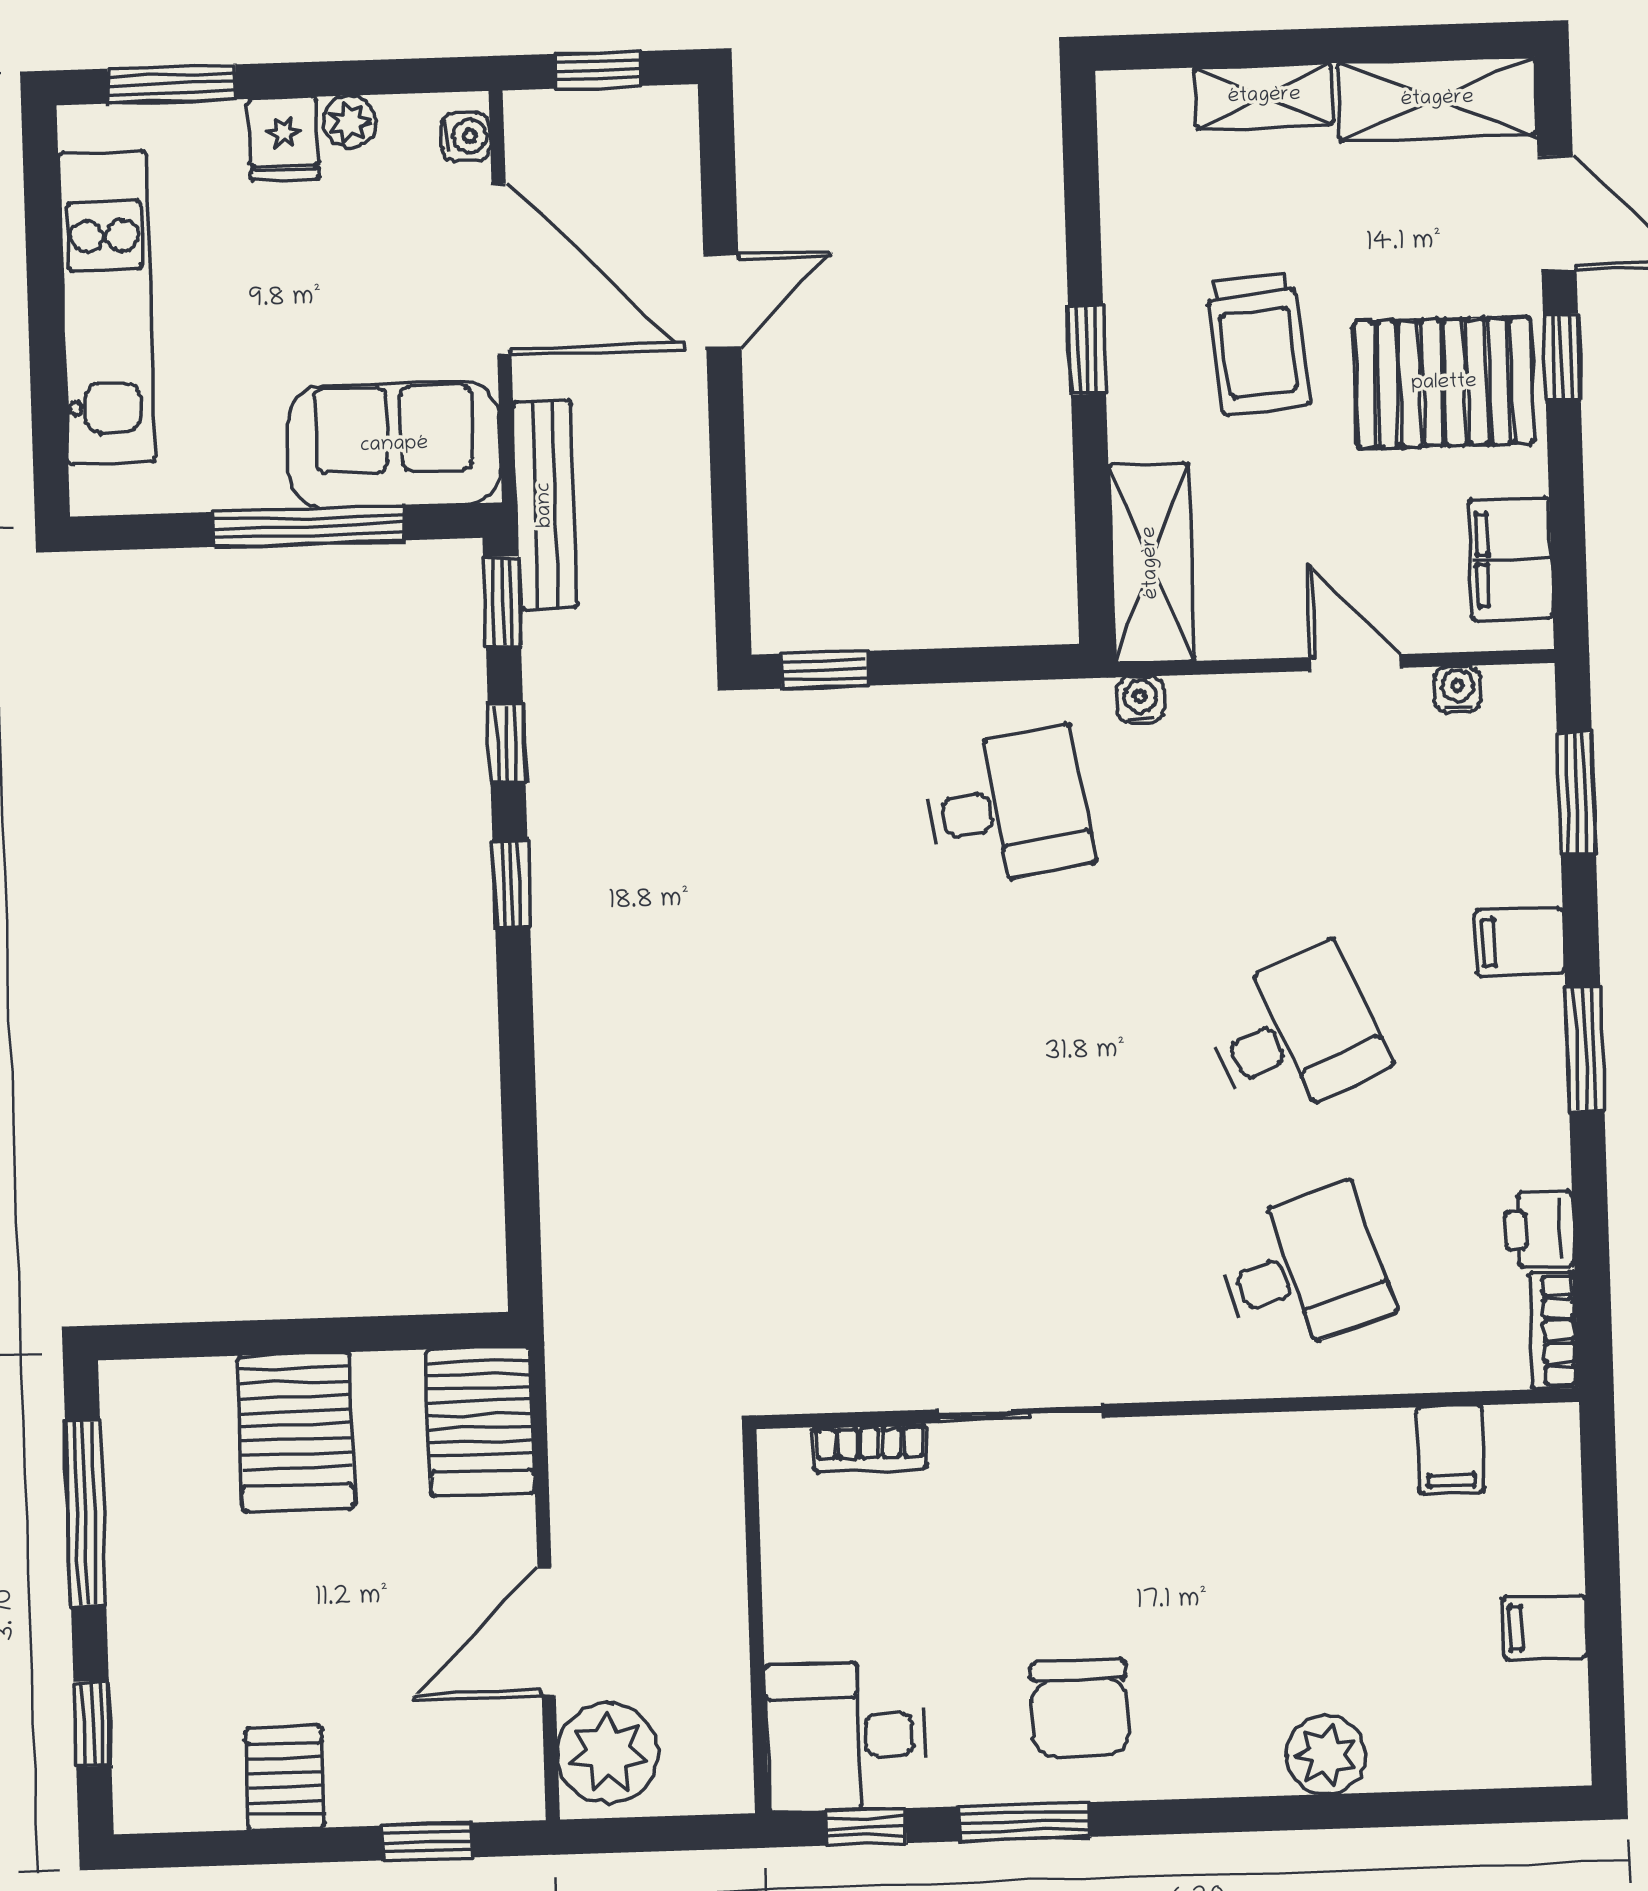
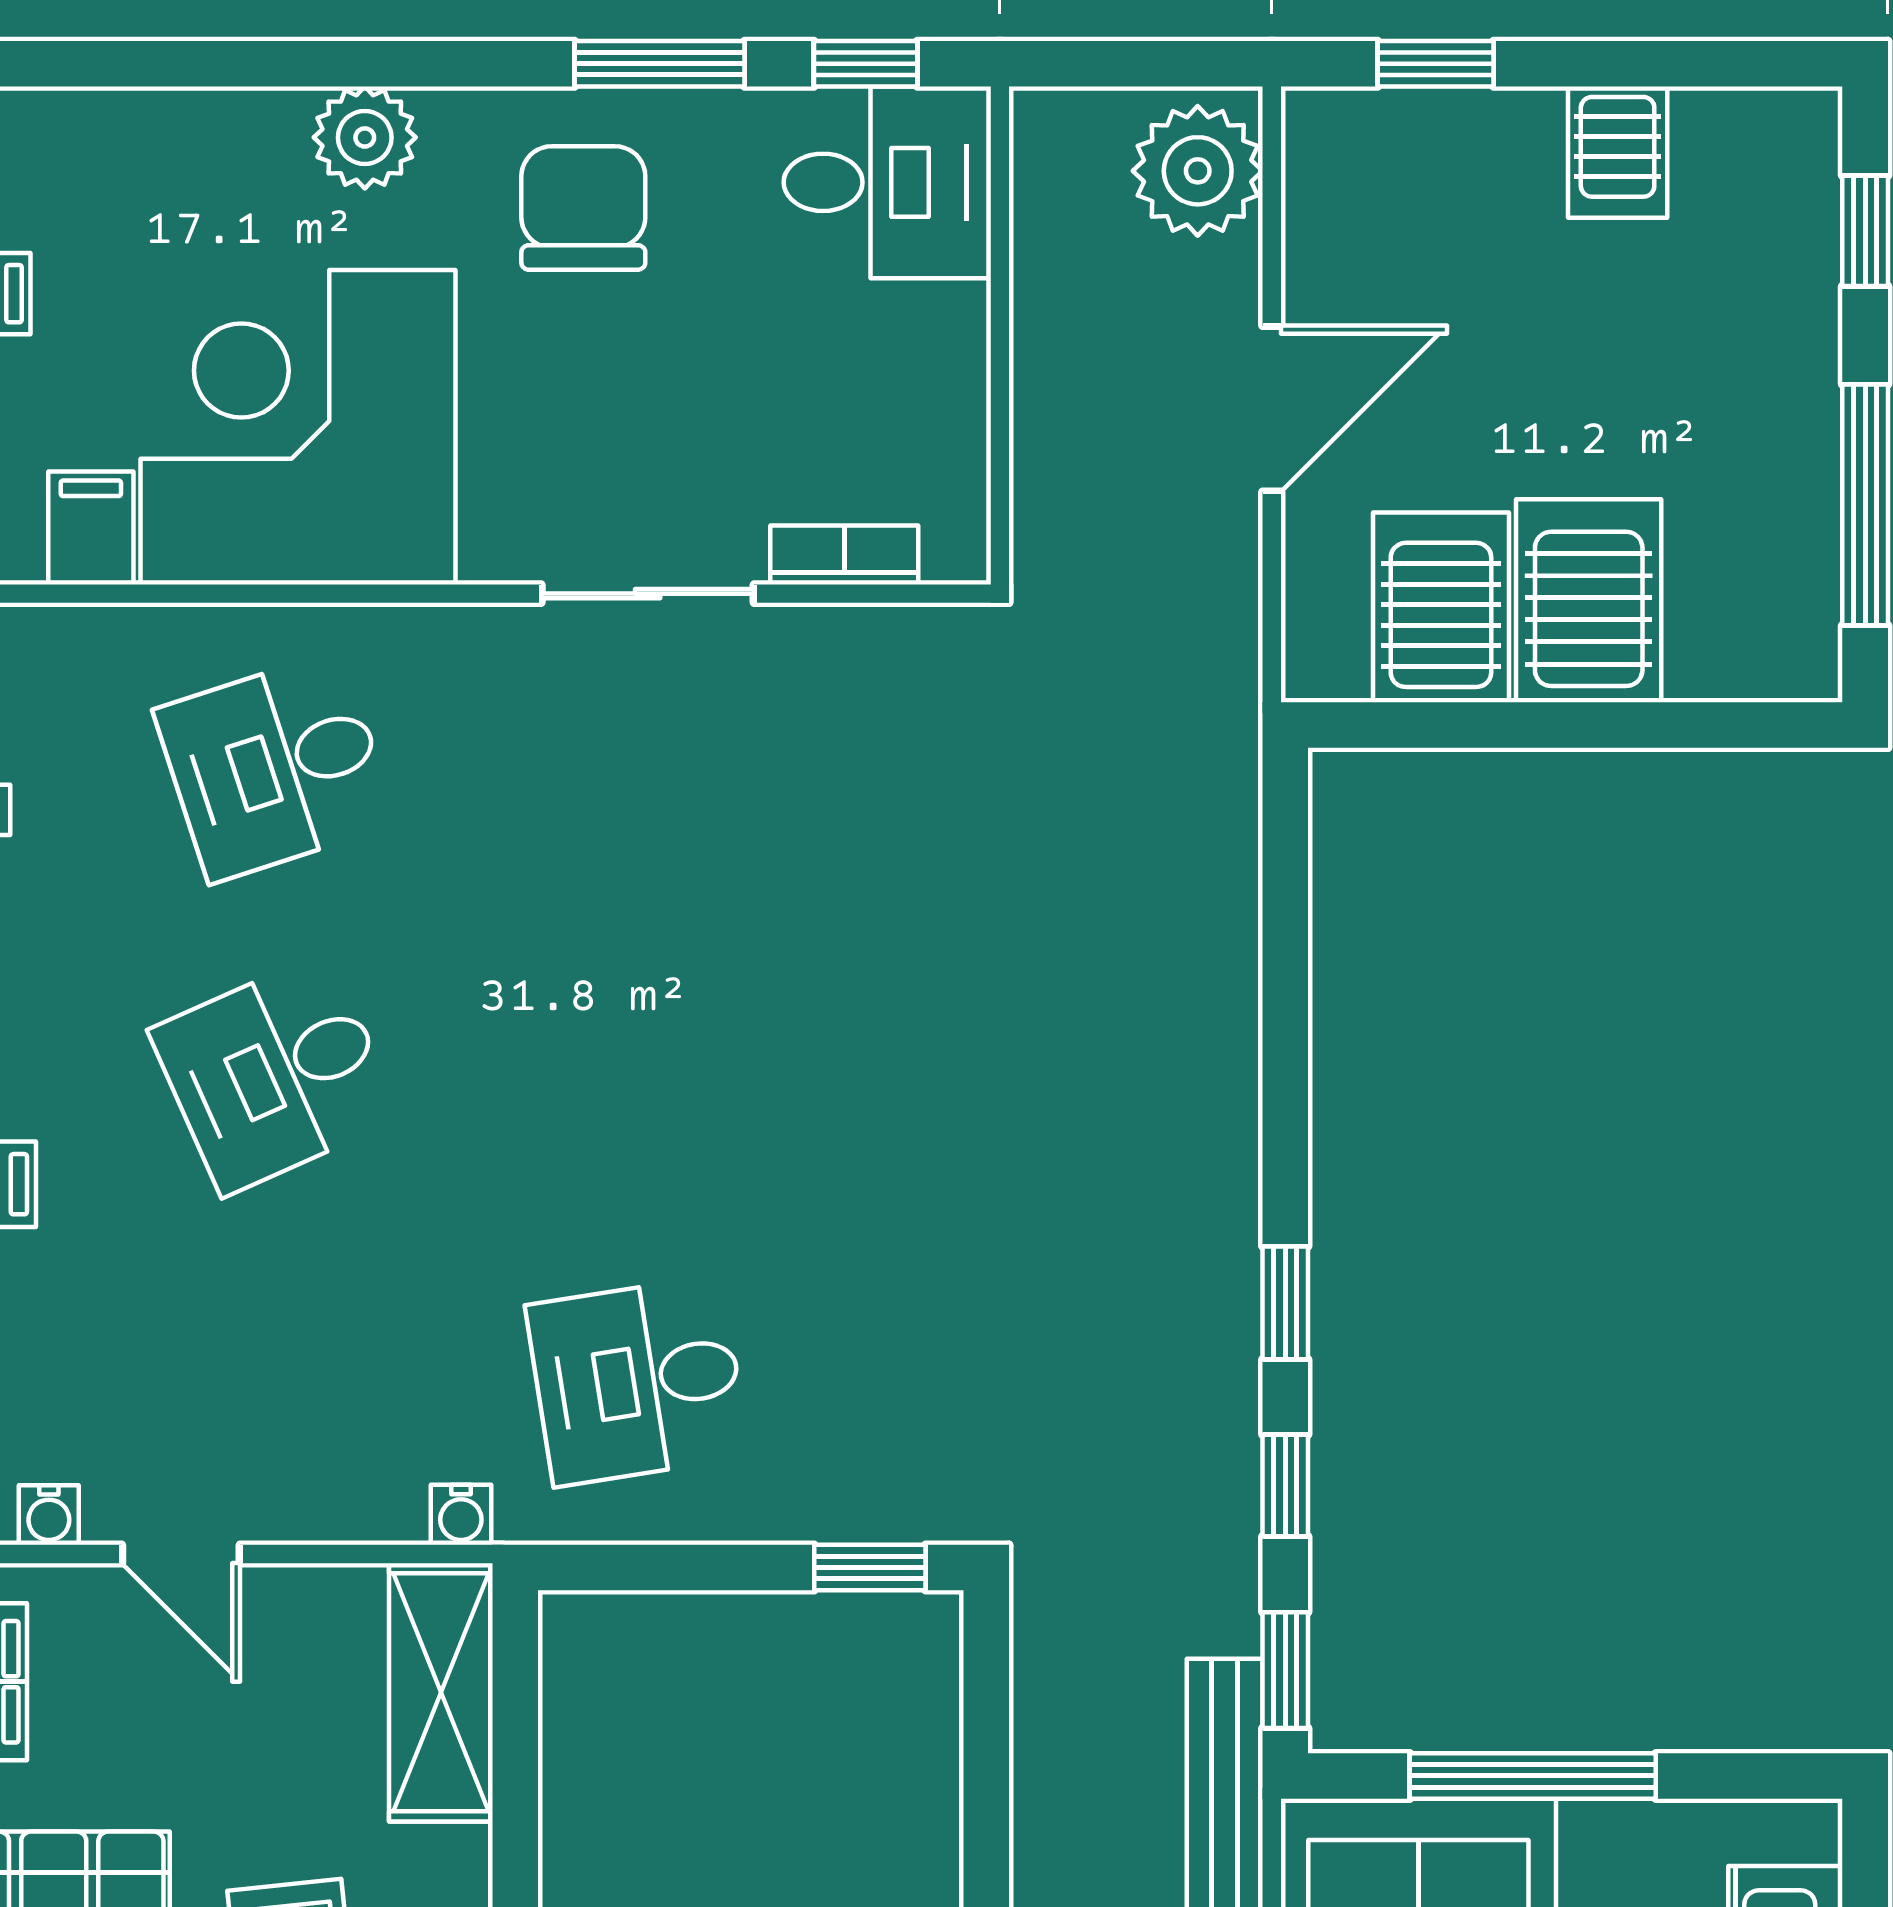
server rack: (480, 1421) -> (1441, 607), moved
corner desk: (1294, 1533) -> (298, 427), added
door: (547, 1632) -> (1272, 409), moved
plant: (1326, 1755) -> (365, 137), moved

